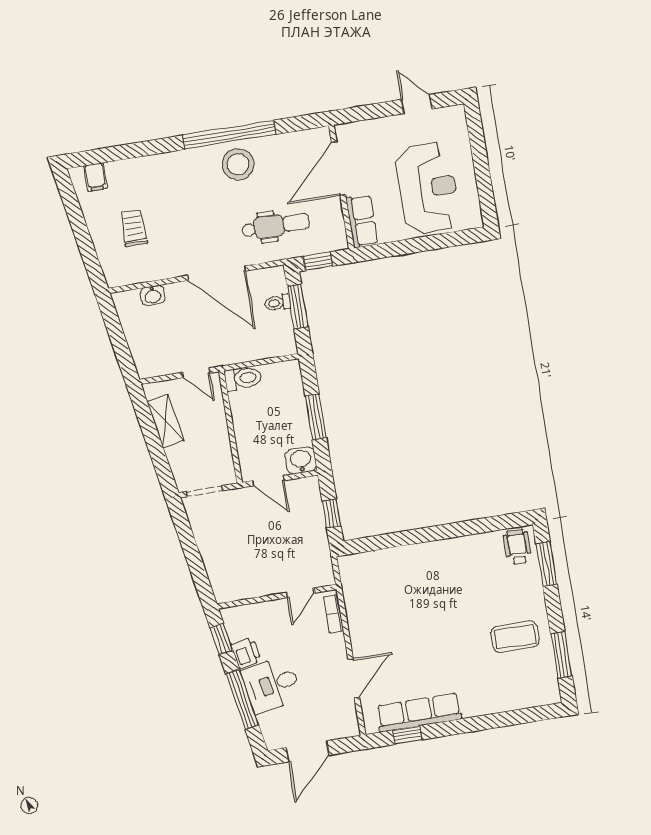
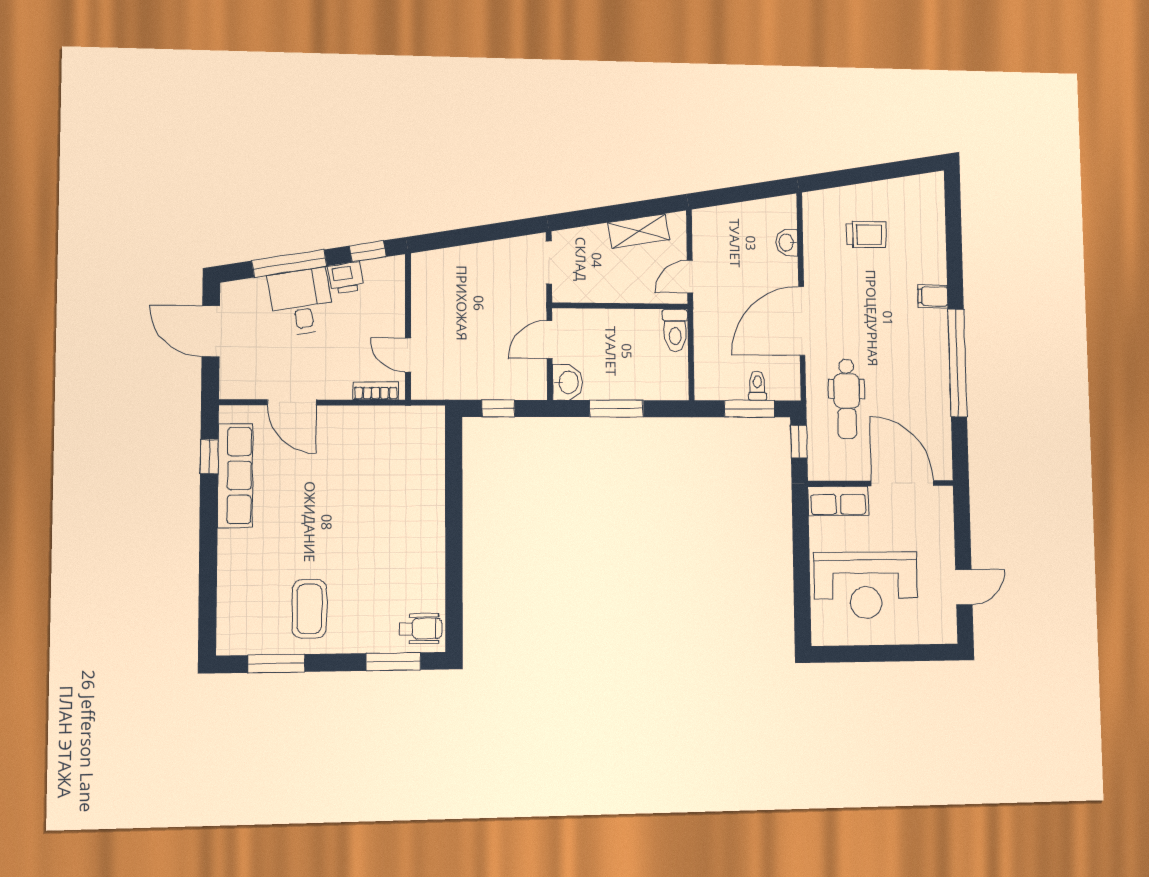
stool: (238, 164) -> (923, 367), removed
filing cabinet: (95, 177) -> (933, 296), moved

